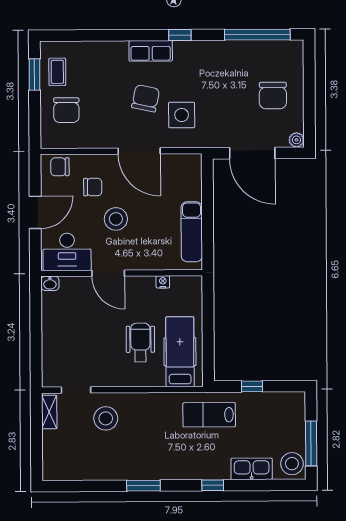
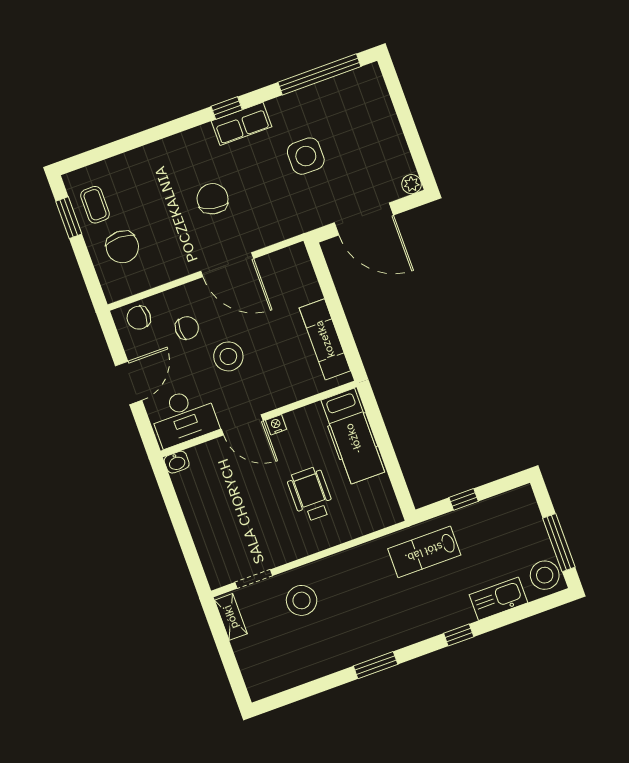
row of seats: (151, 51) -> (241, 124), moved
chair: (273, 96) -> (364, 141), removed
side table: (182, 115) -> (306, 156), moved
nightstand: (163, 282) -> (276, 425), moved
hospital bed: (180, 352) -> (353, 436), moved, turned 180

